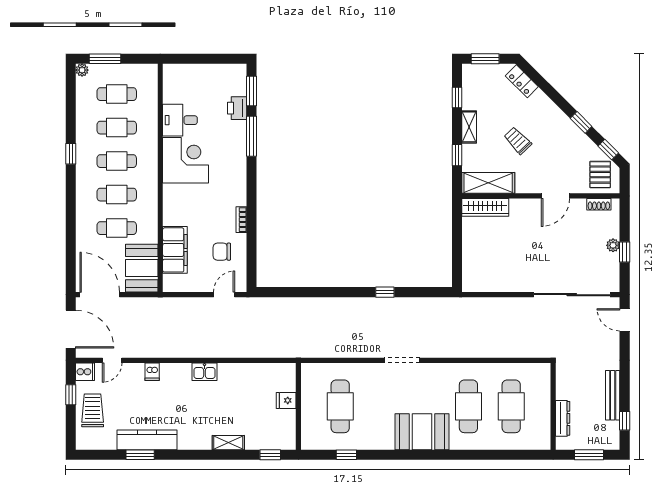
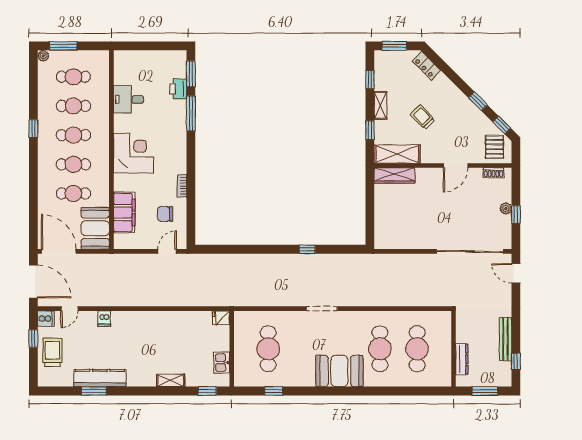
corner desk: (186, 160) -> (133, 153), moved
kitchen sink: (205, 372) -> (222, 363), moved, turned 90
fridge: (286, 400) -> (221, 318), moved

